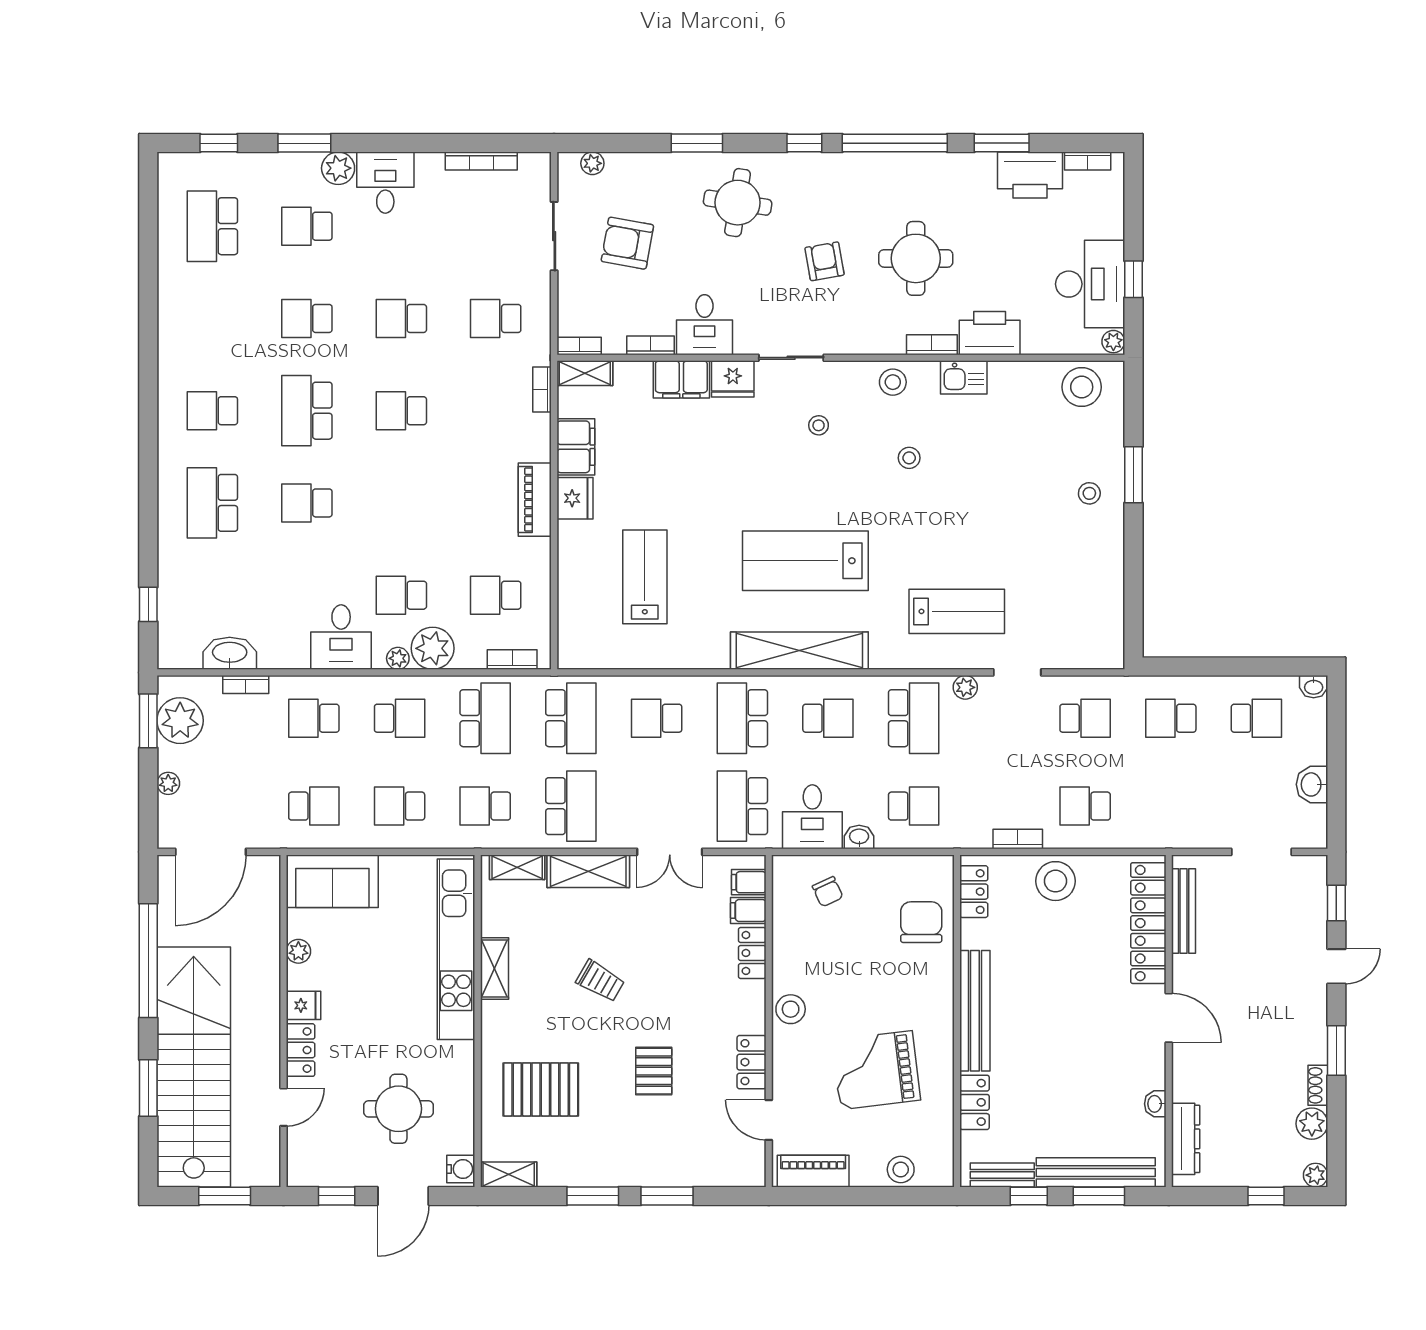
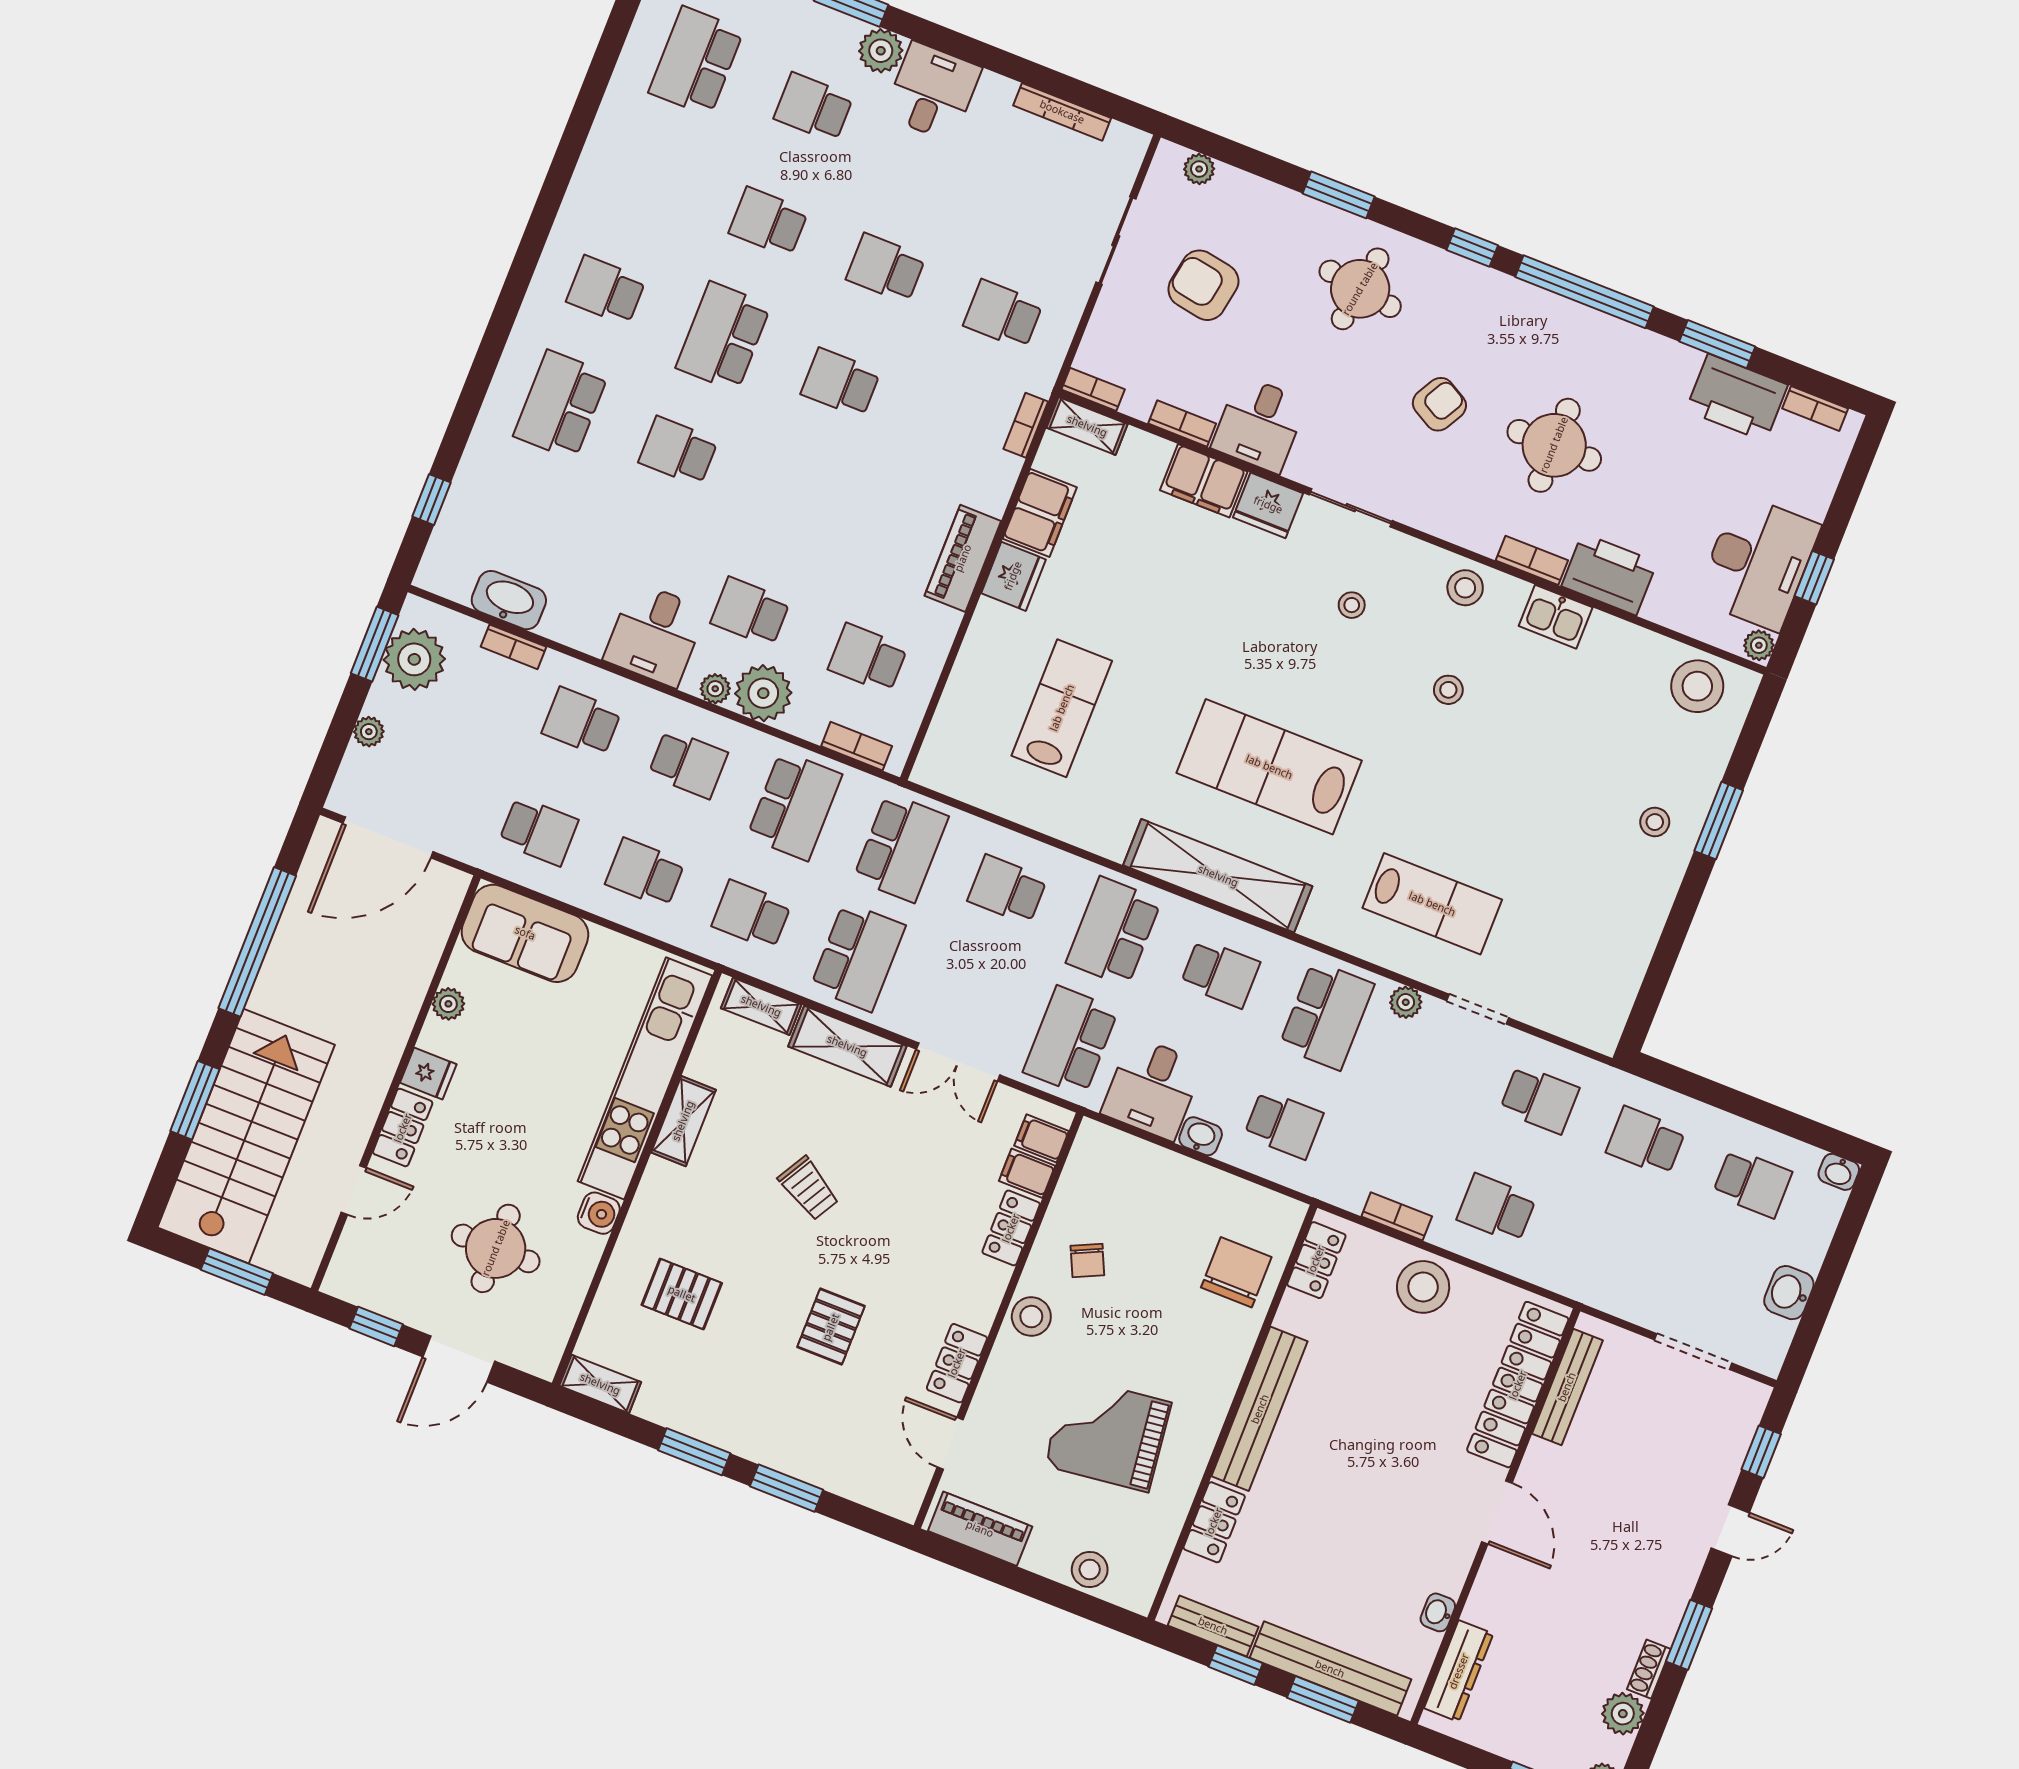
armchair: (825, 261) -> (1439, 404), turned 39
chair: (828, 892) -> (1087, 1261), moved
stairs: (194, 1067) -> (246, 1136), width x0.73
pallet: (541, 1089) -> (682, 1294), width x0.67, depth x0.71
water cooler: (461, 1169) -> (599, 1213), moved

